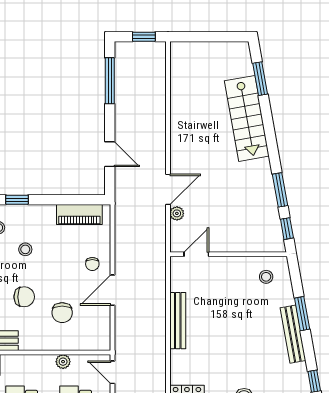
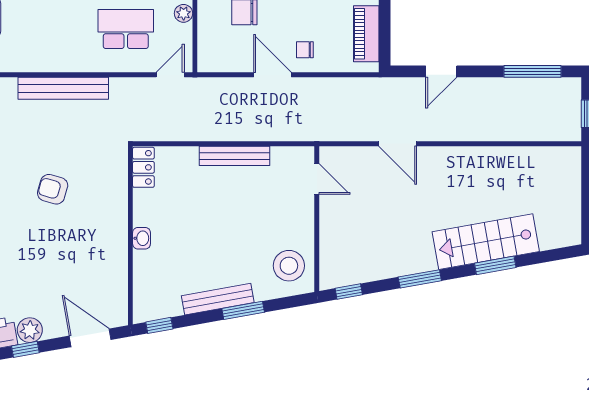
window: (260, 79) -> (495, 265), moved
window: (280, 190) -> (420, 279), moved
plant: (177, 213) -> (368, 155), removed
stool: (266, 277) -> (289, 266), width x1.89, depth x1.89

